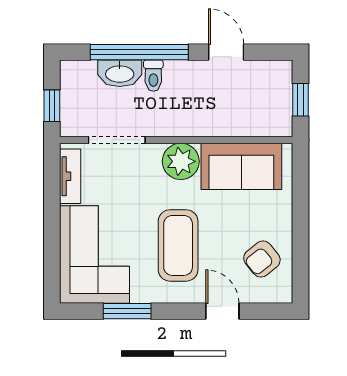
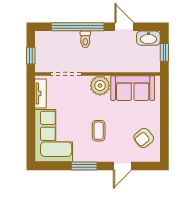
washbasin: (120, 73) -> (148, 38), moved
coffee table: (178, 245) -> (99, 131), width x0.54, depth x0.58
window: (127, 311) -> (84, 166), moved
door: (222, 311) -> (122, 166), swing flipped

